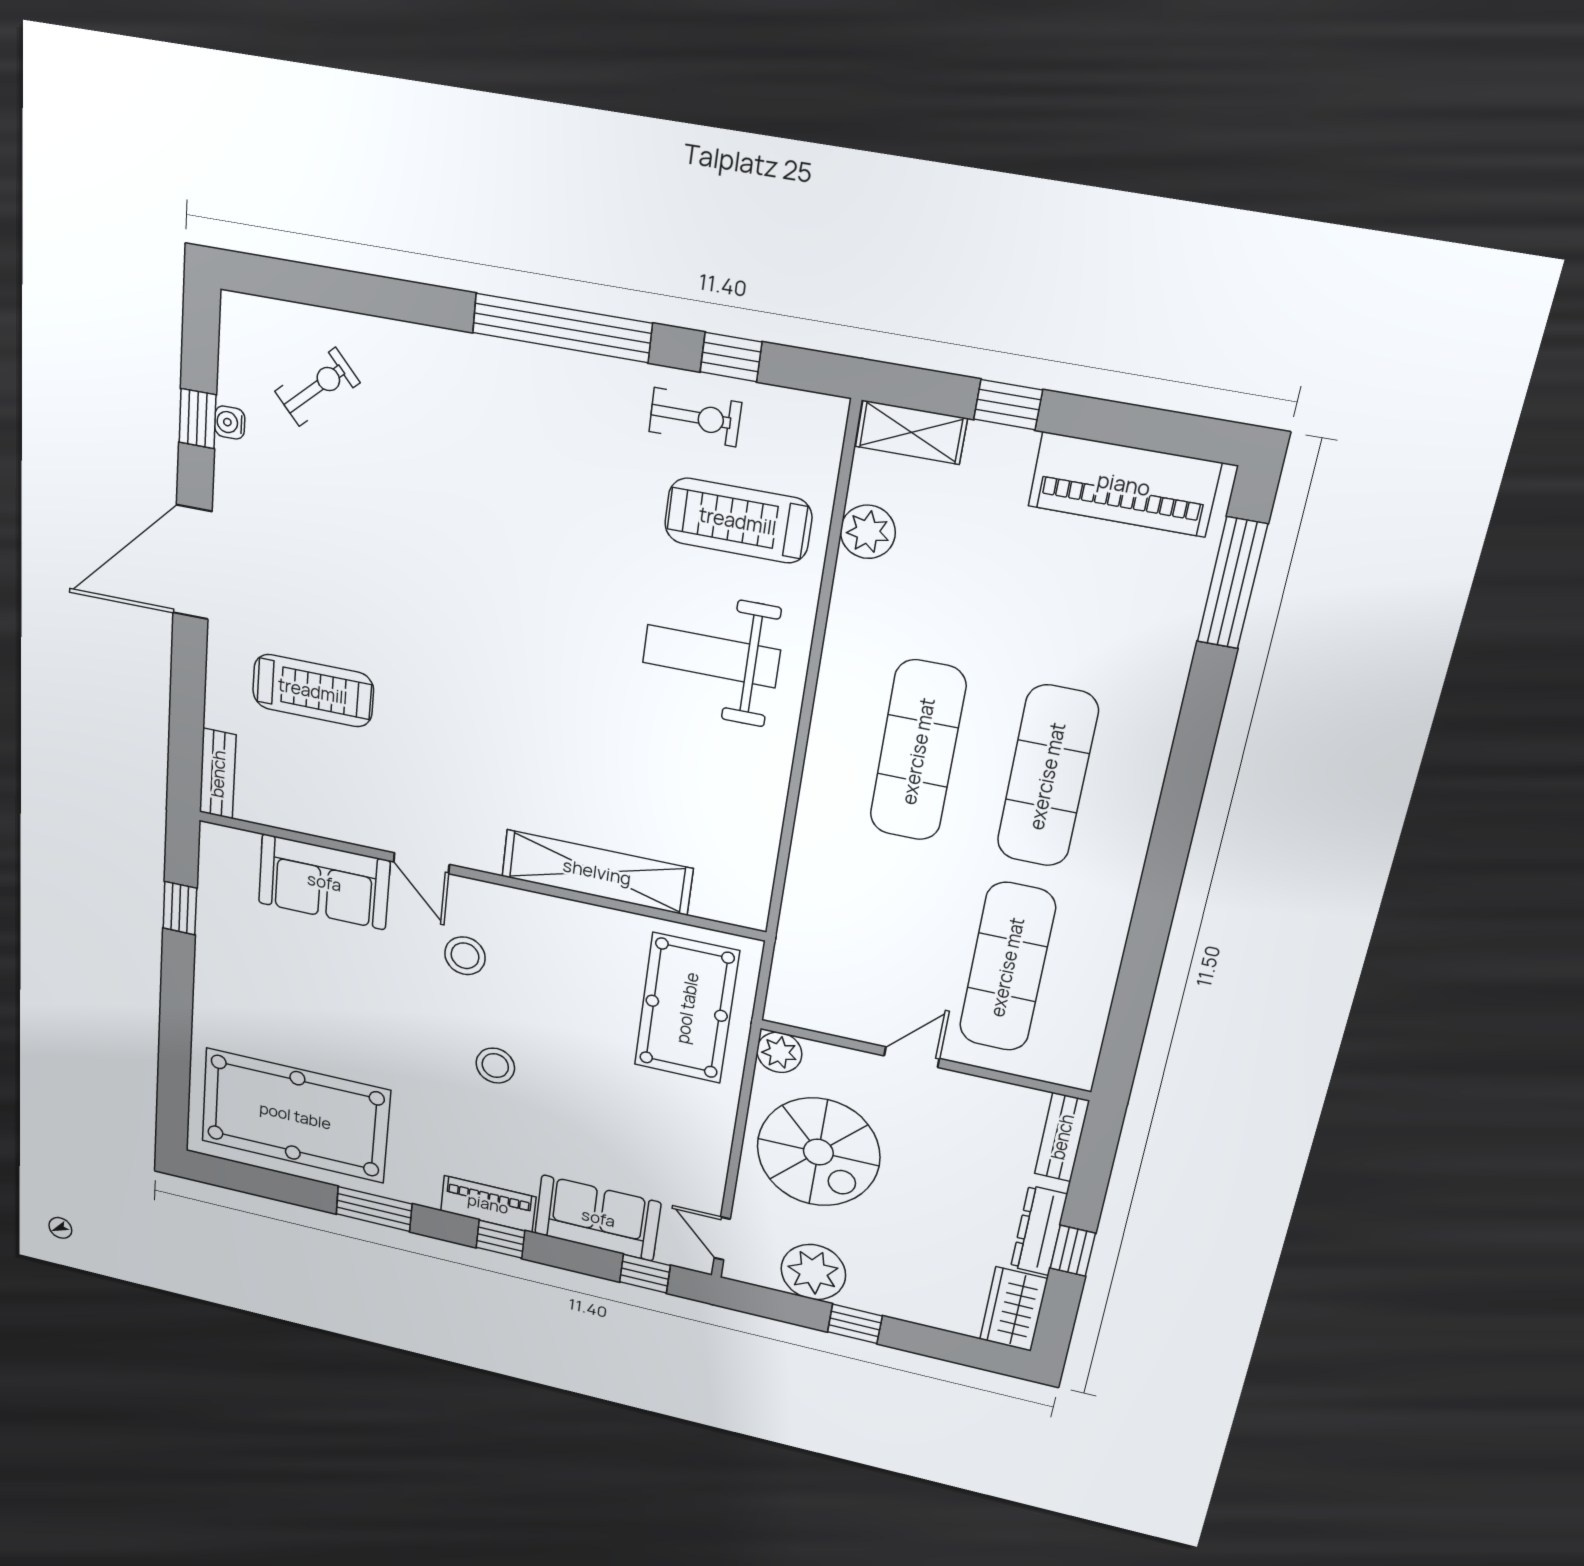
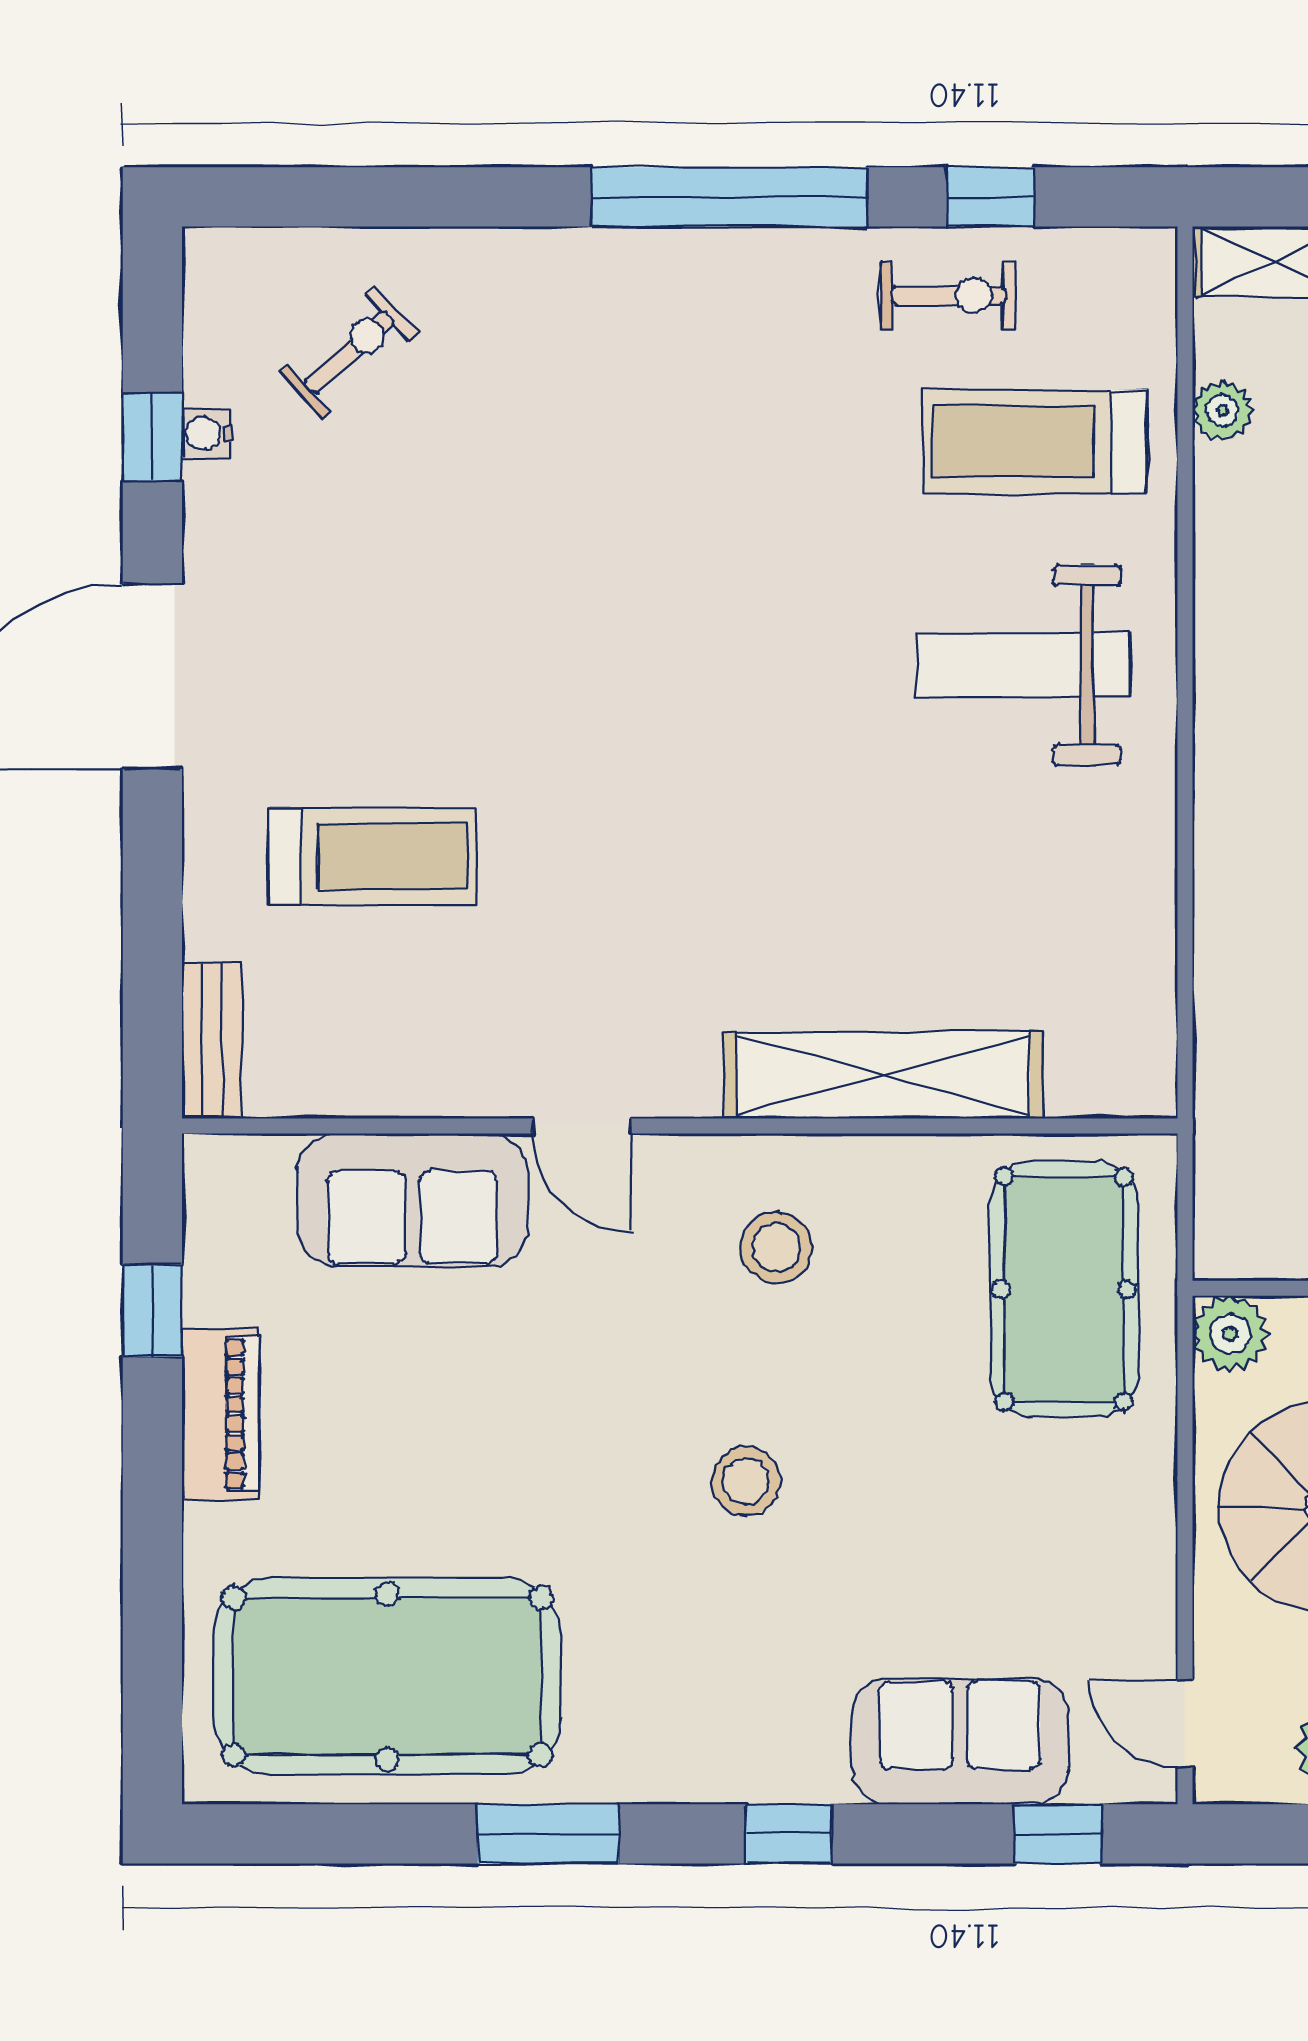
plant: (868, 532) -> (1222, 411), width x0.73, depth x0.73
stool: (465, 956) -> (777, 1247), moved
piano: (488, 1204) -> (220, 1414), moved, turned 90

